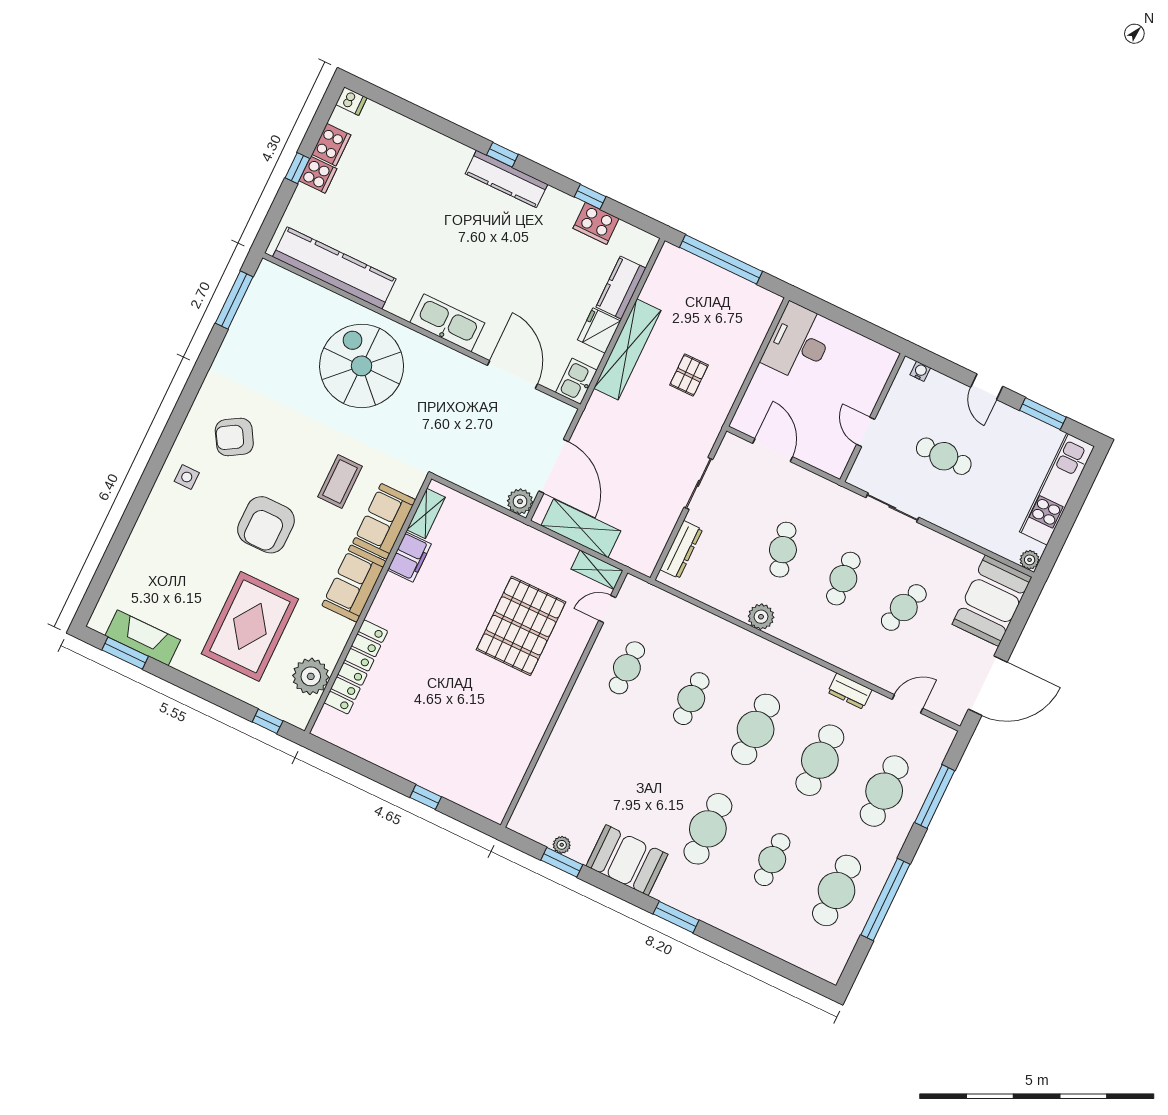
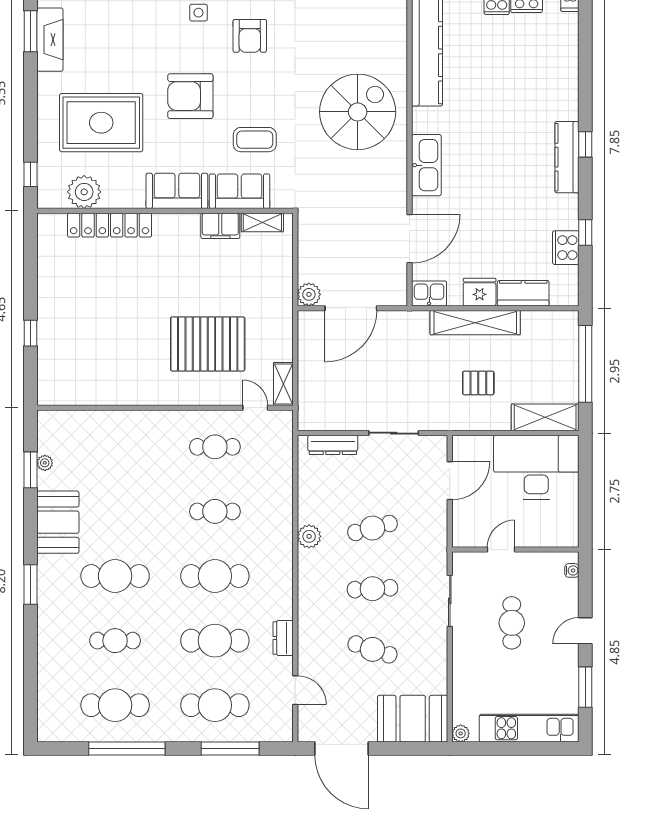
desk: (799, 343) -> (536, 467), width x1.36, depth x1.30
armchair: (234, 437) -> (250, 36), turned -149
shelving: (581, 528) -> (545, 417), moved, turned 90

